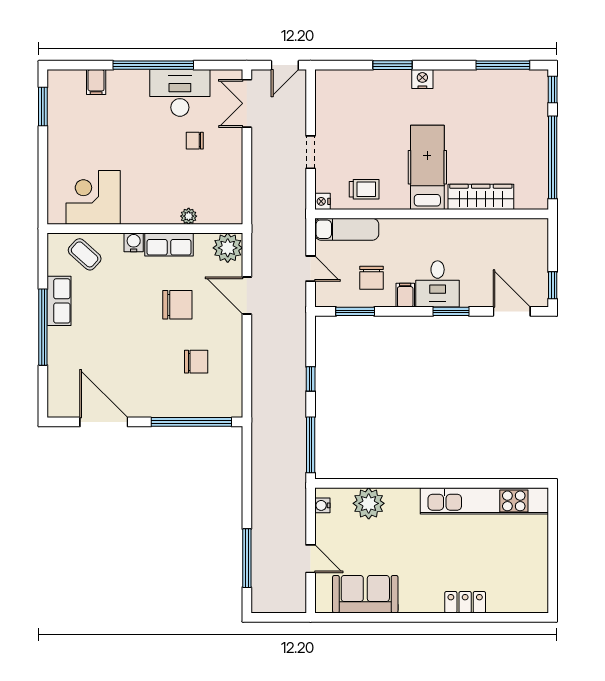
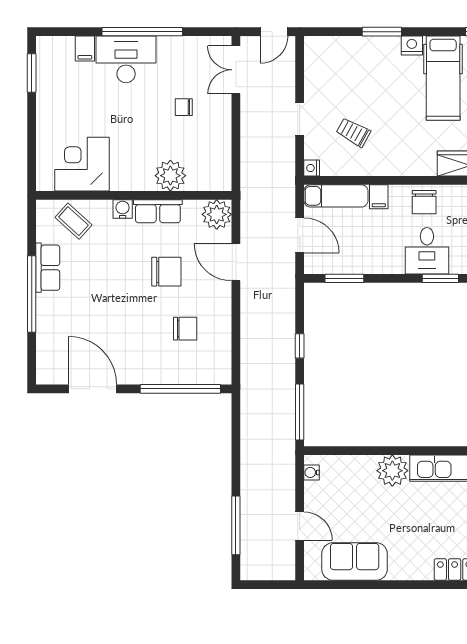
desk: (180, 93) -> (126, 59), moved
hospital bed: (427, 167) -> (443, 78), moved, turned 180
trolley: (364, 189) -> (353, 132), moved, turned -151
plant: (189, 216) -> (170, 176), width x1.88, depth x1.88
door: (311, 269) -> (300, 235), width x1.38
chair: (372, 278) -> (424, 202), moved
filing cabinet: (405, 295) -> (379, 197), moved, turned 180
plant: (369, 503) -> (392, 471), moved

